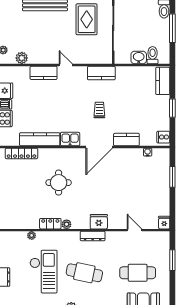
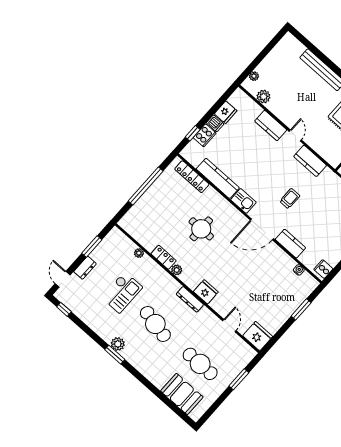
kitchen counter: (101, 73) -> (310, 161), moved
fridge: (164, 223) -> (258, 336), width x1.88, depth x1.34
checkout: (43, 272) -> (122, 292), width x0.73, depth x0.83

